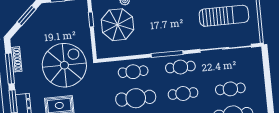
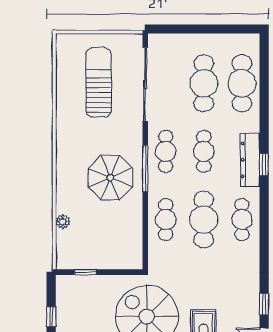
parasol: (117, 25) -> (110, 178), moved
cafe table: (230, 89) -> (204, 83), width x1.37, depth x1.35

